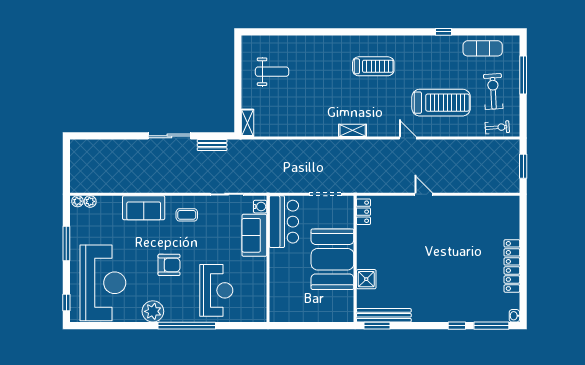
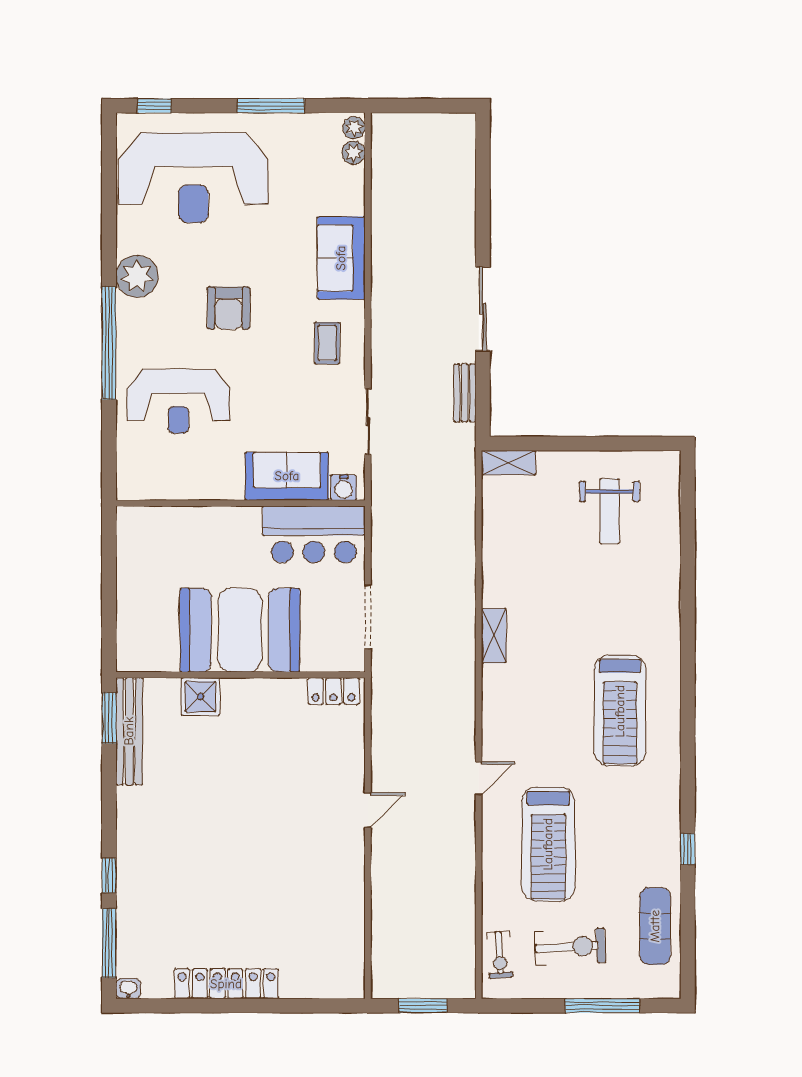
treadmill: (373, 66) -> (620, 711), width x1.37, depth x1.38
shelving: (353, 130) -> (494, 636), moved

